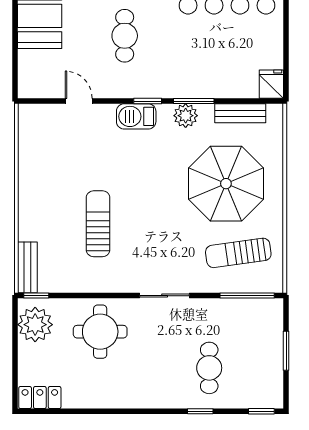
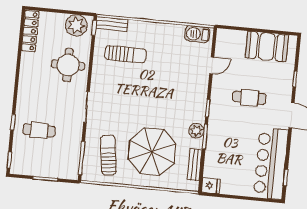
barbecue: (136, 116) -> (197, 34), moved, turned -90
sun lounger: (98, 224) -> (126, 54), moved
locker: (40, 398) -> (30, 31), width x1.53

